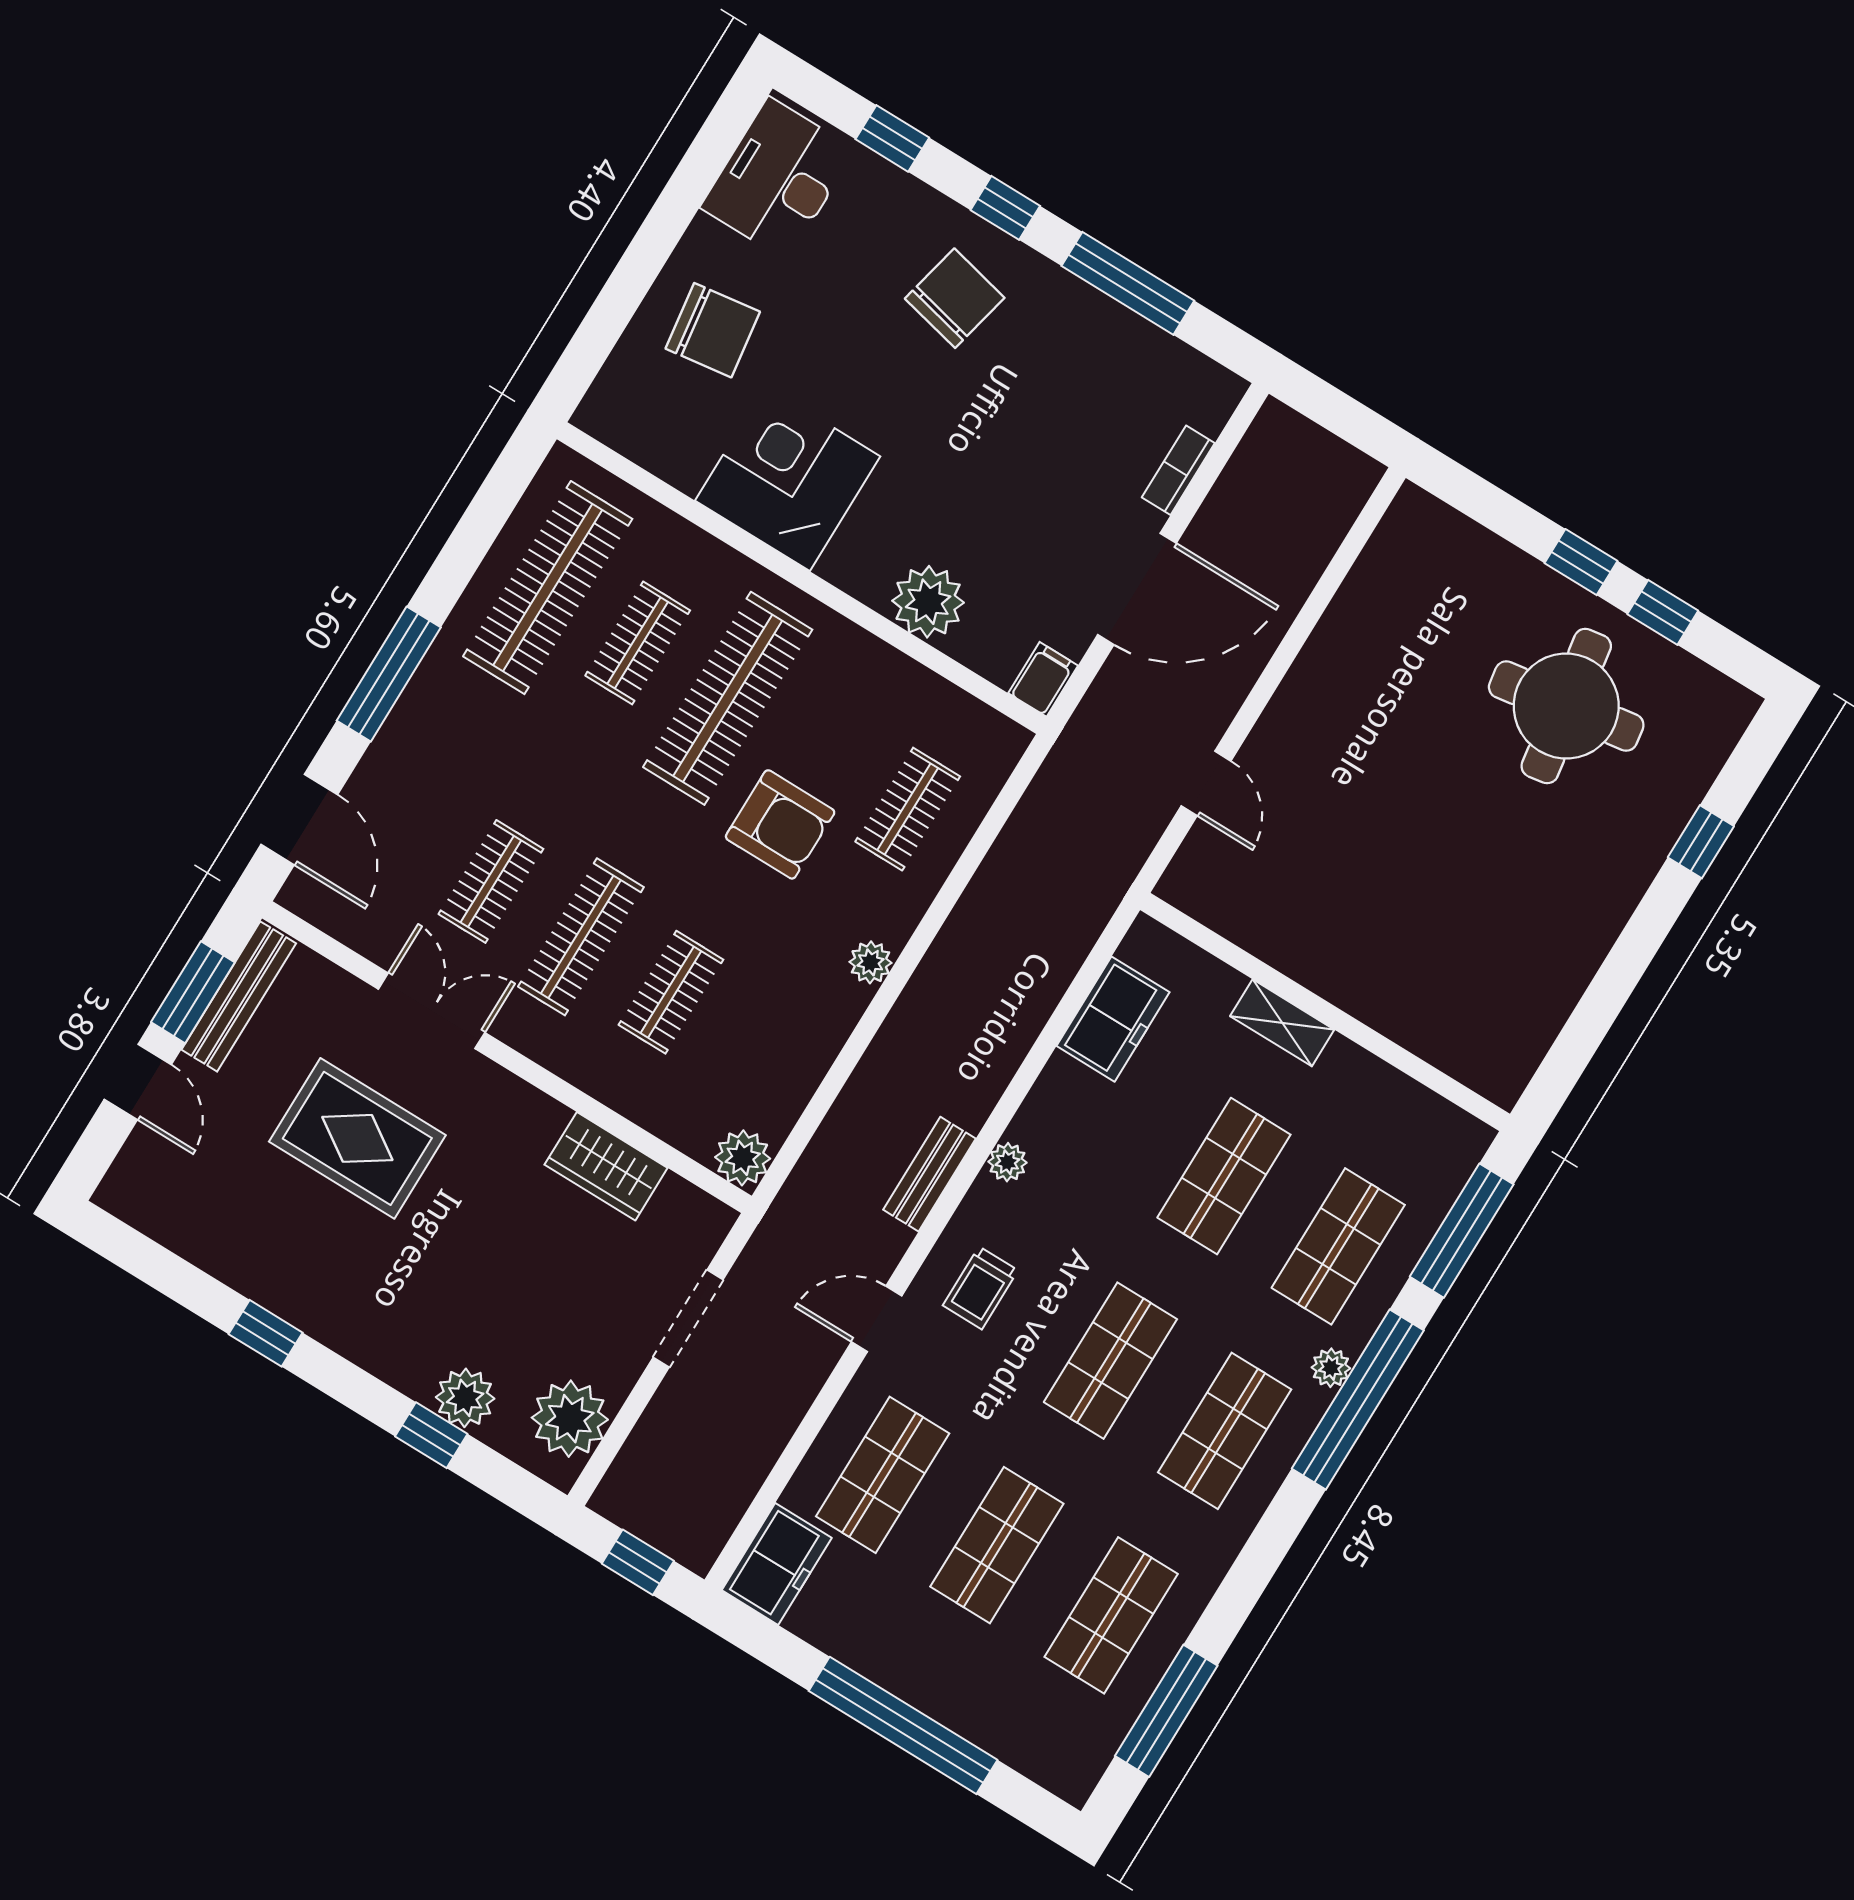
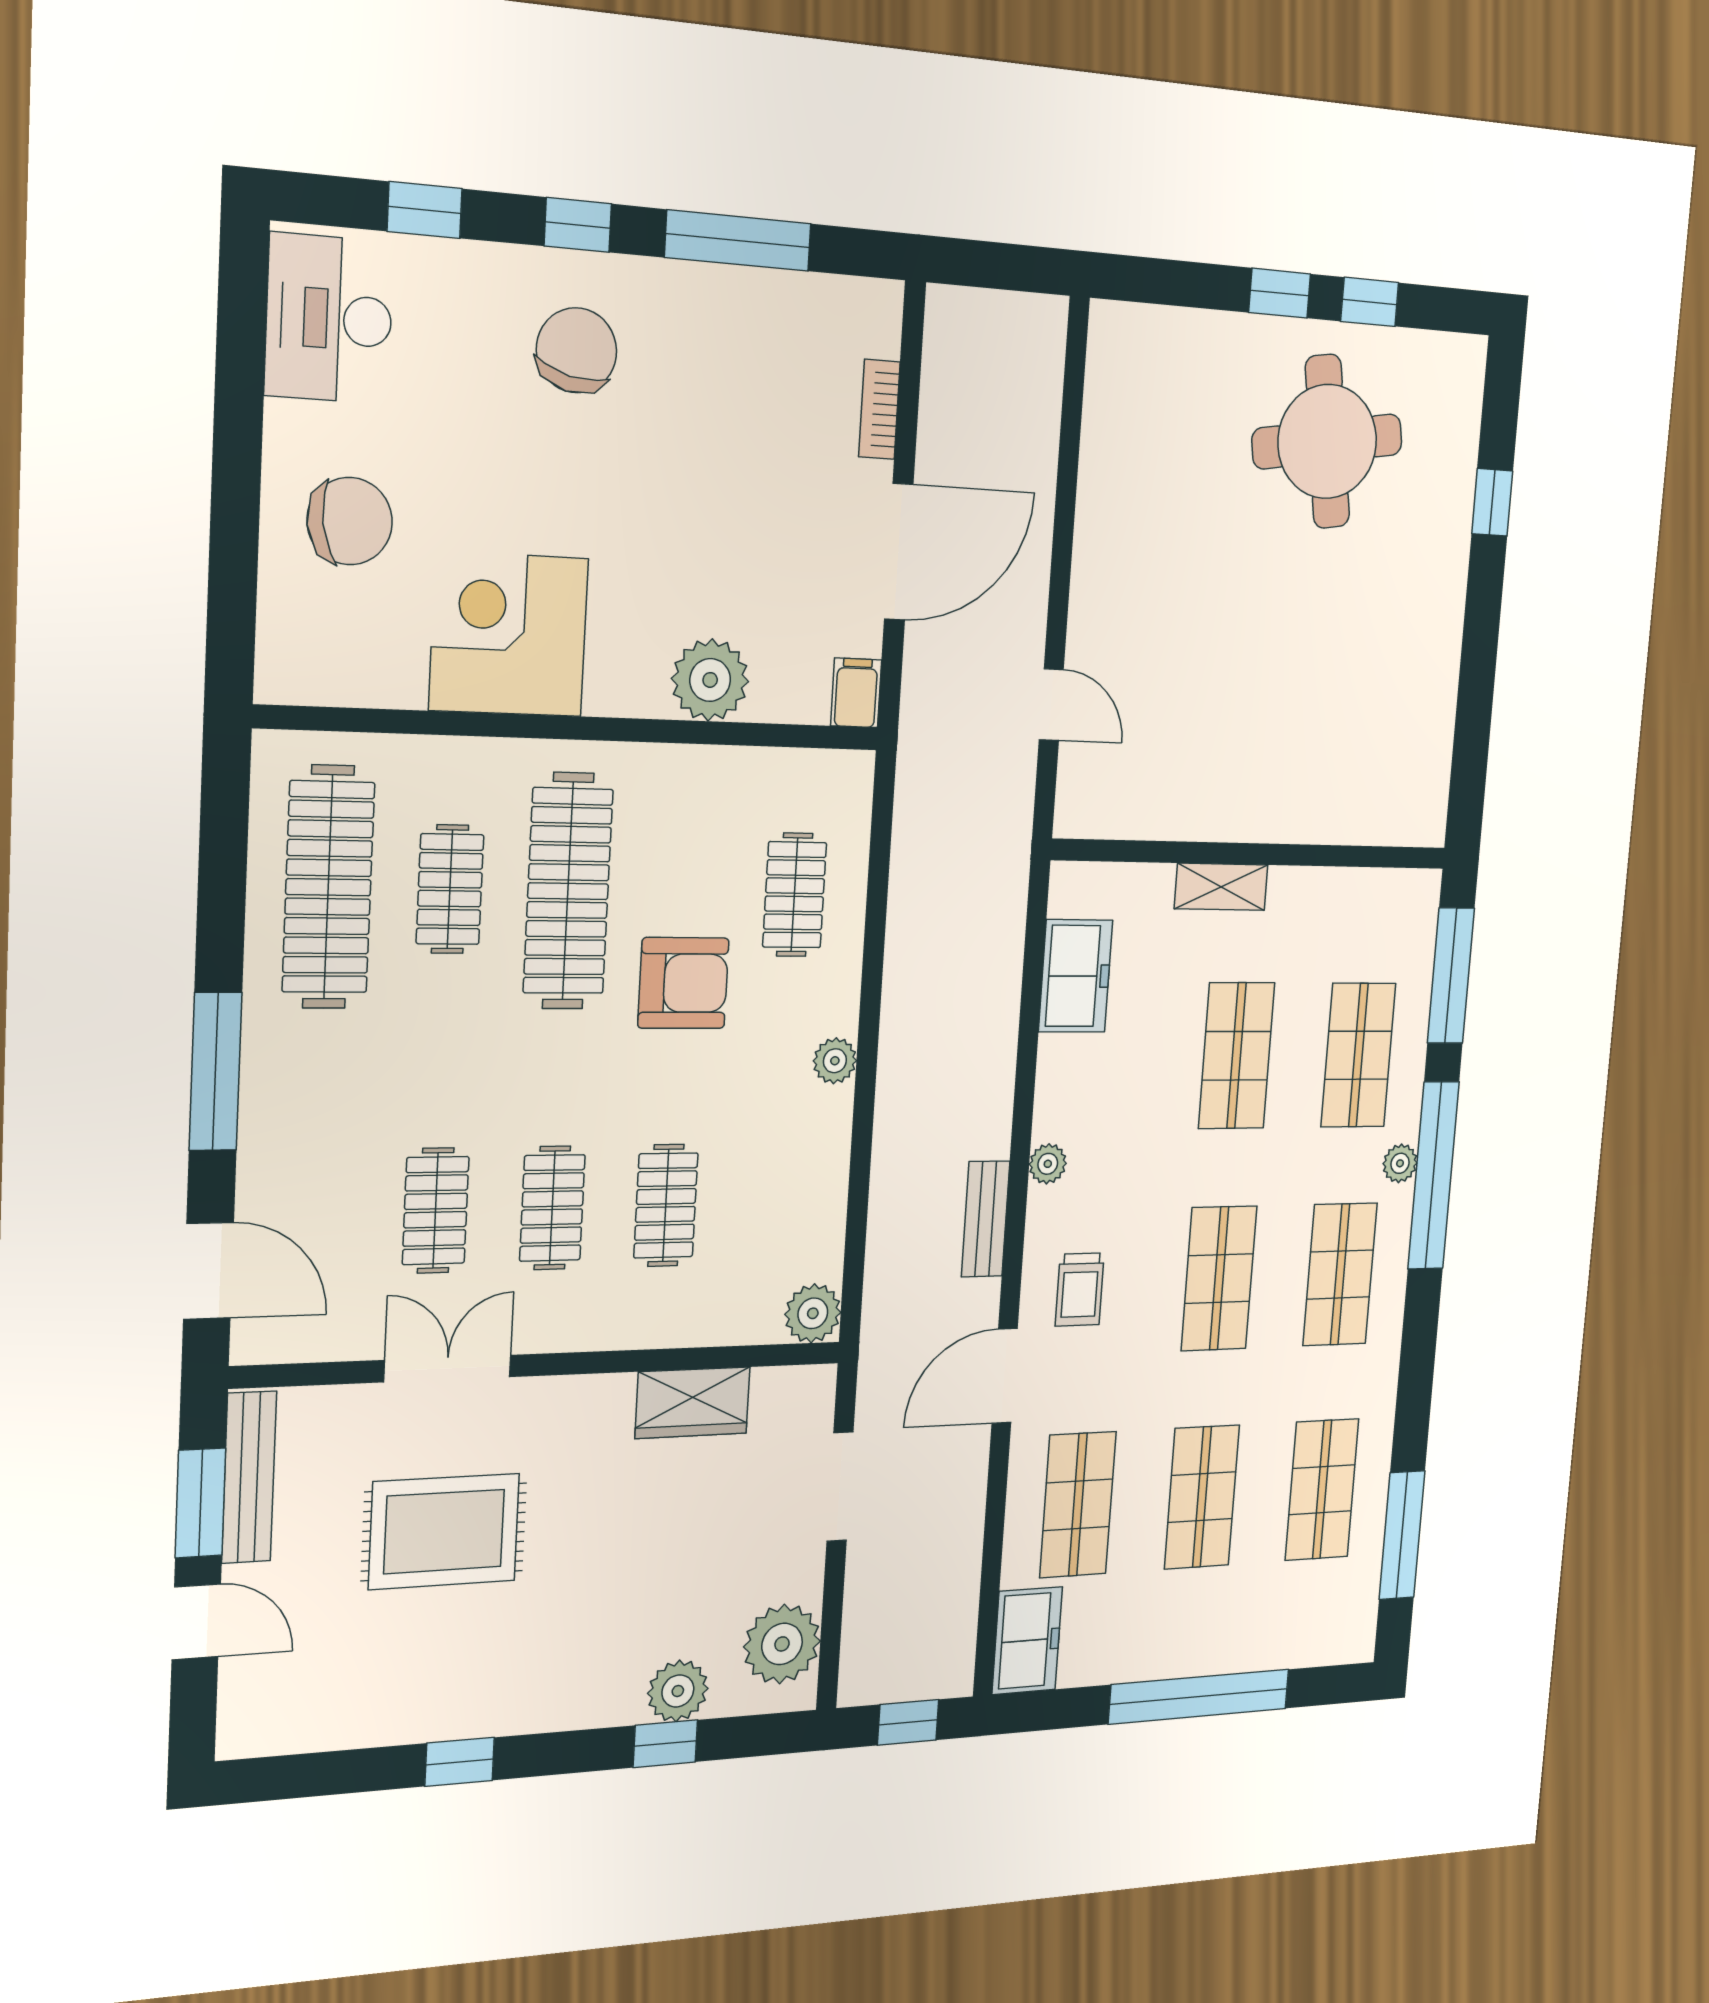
clothes rail: (581, 937) -> (552, 1208), width x0.73
door: (877, 1319) -> (1005, 1376), width x1.38

